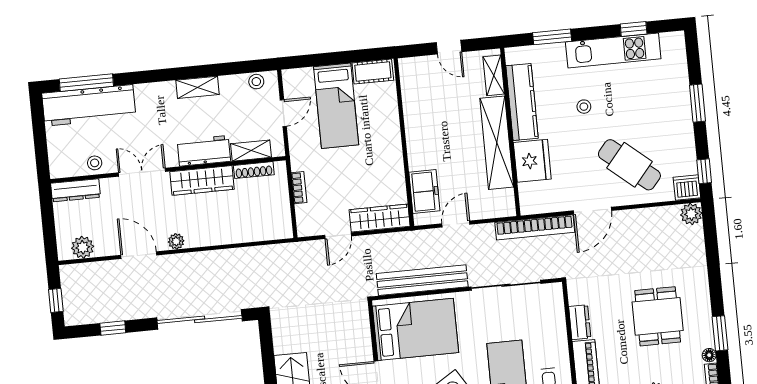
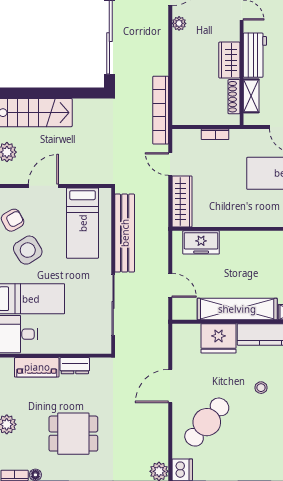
wardrobe: (202, 180) -> (229, 60), width x0.67
door: (592, 211) -> (170, 386), hinge flipped
door: (456, 224) -> (170, 285), moved
bookcase: (535, 227) -> (161, 110), moved
bed: (415, 329) -> (83, 223), width x0.67

